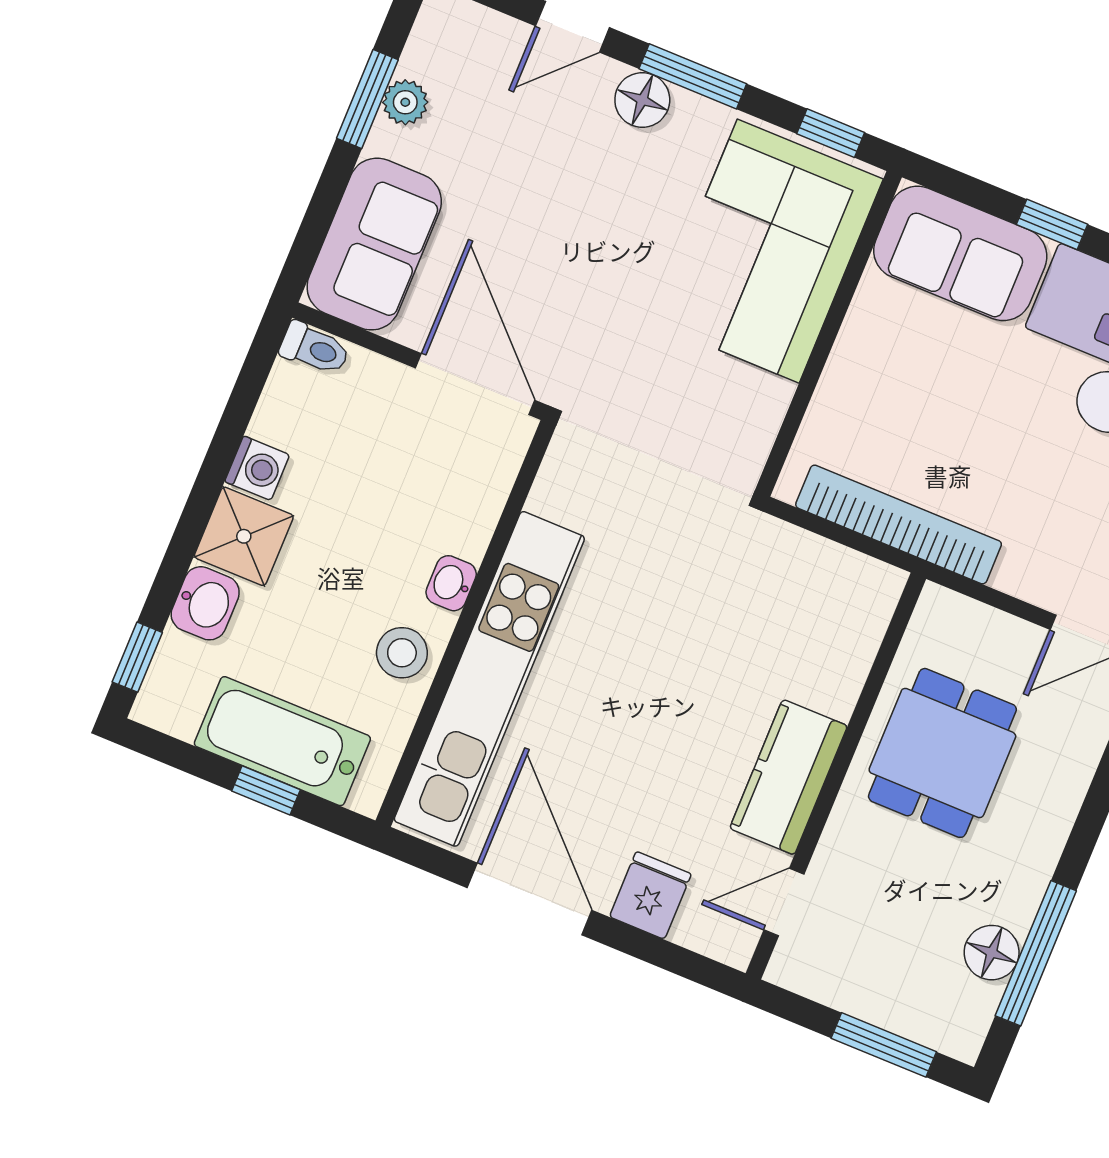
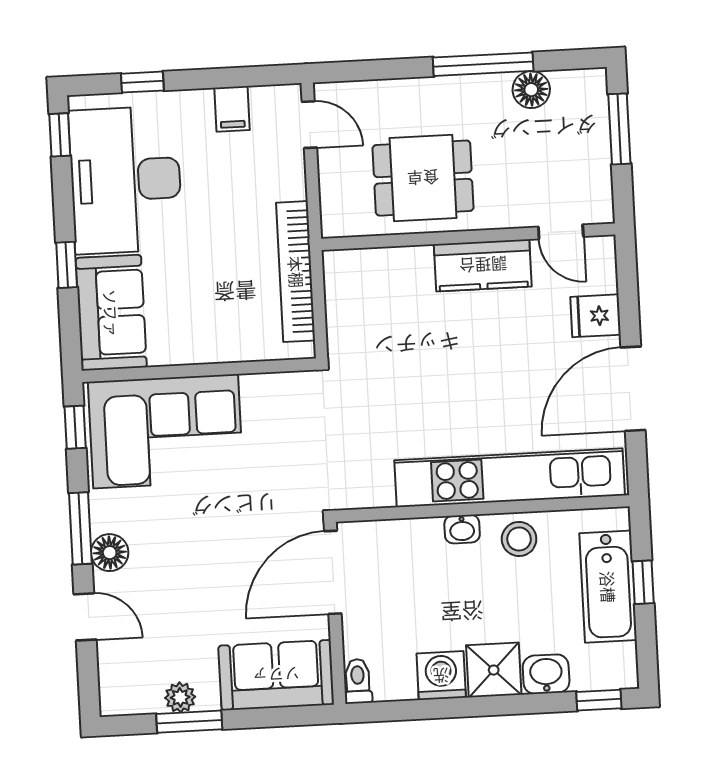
washing machine: (257, 468) -> (441, 676), width x1.38, depth x1.38
window: (1036, 953) -> (483, 64), moved

